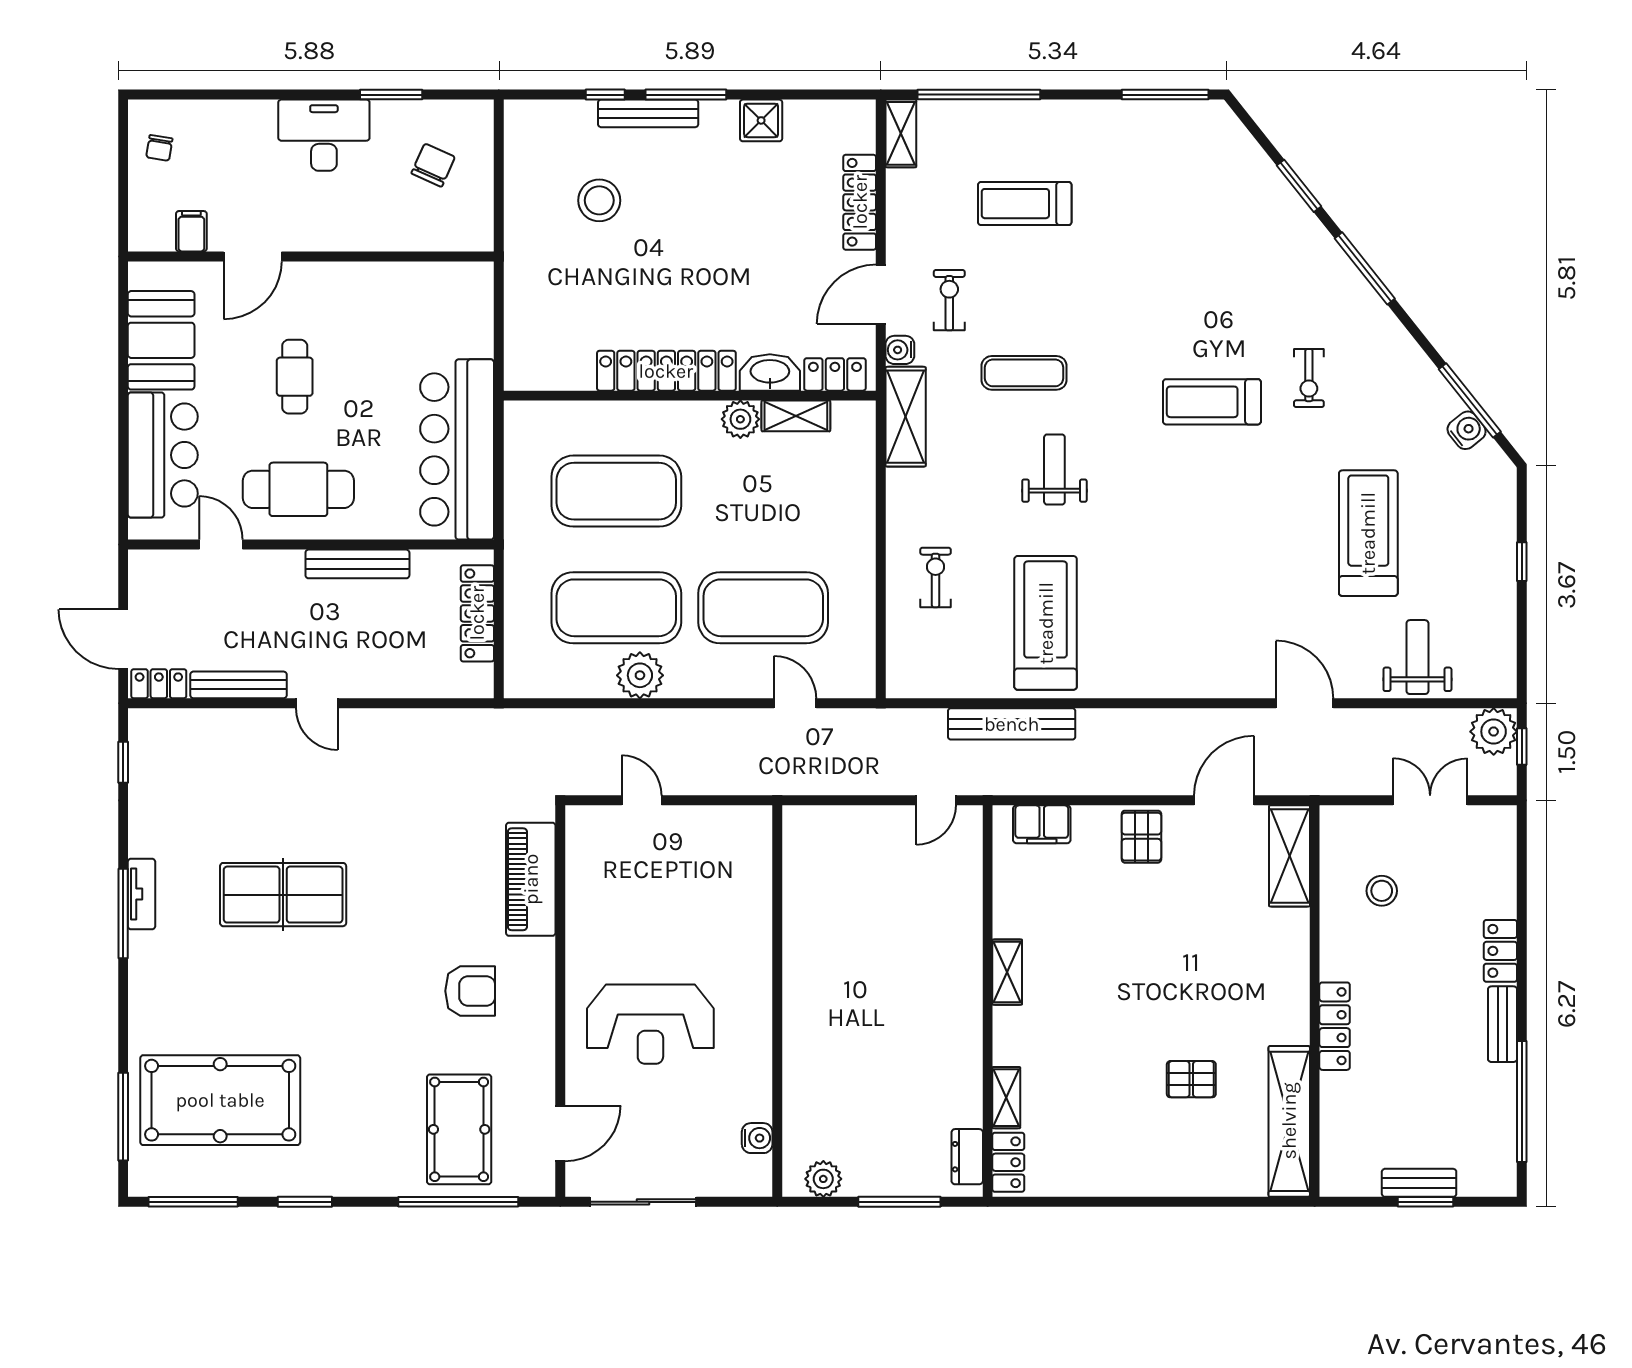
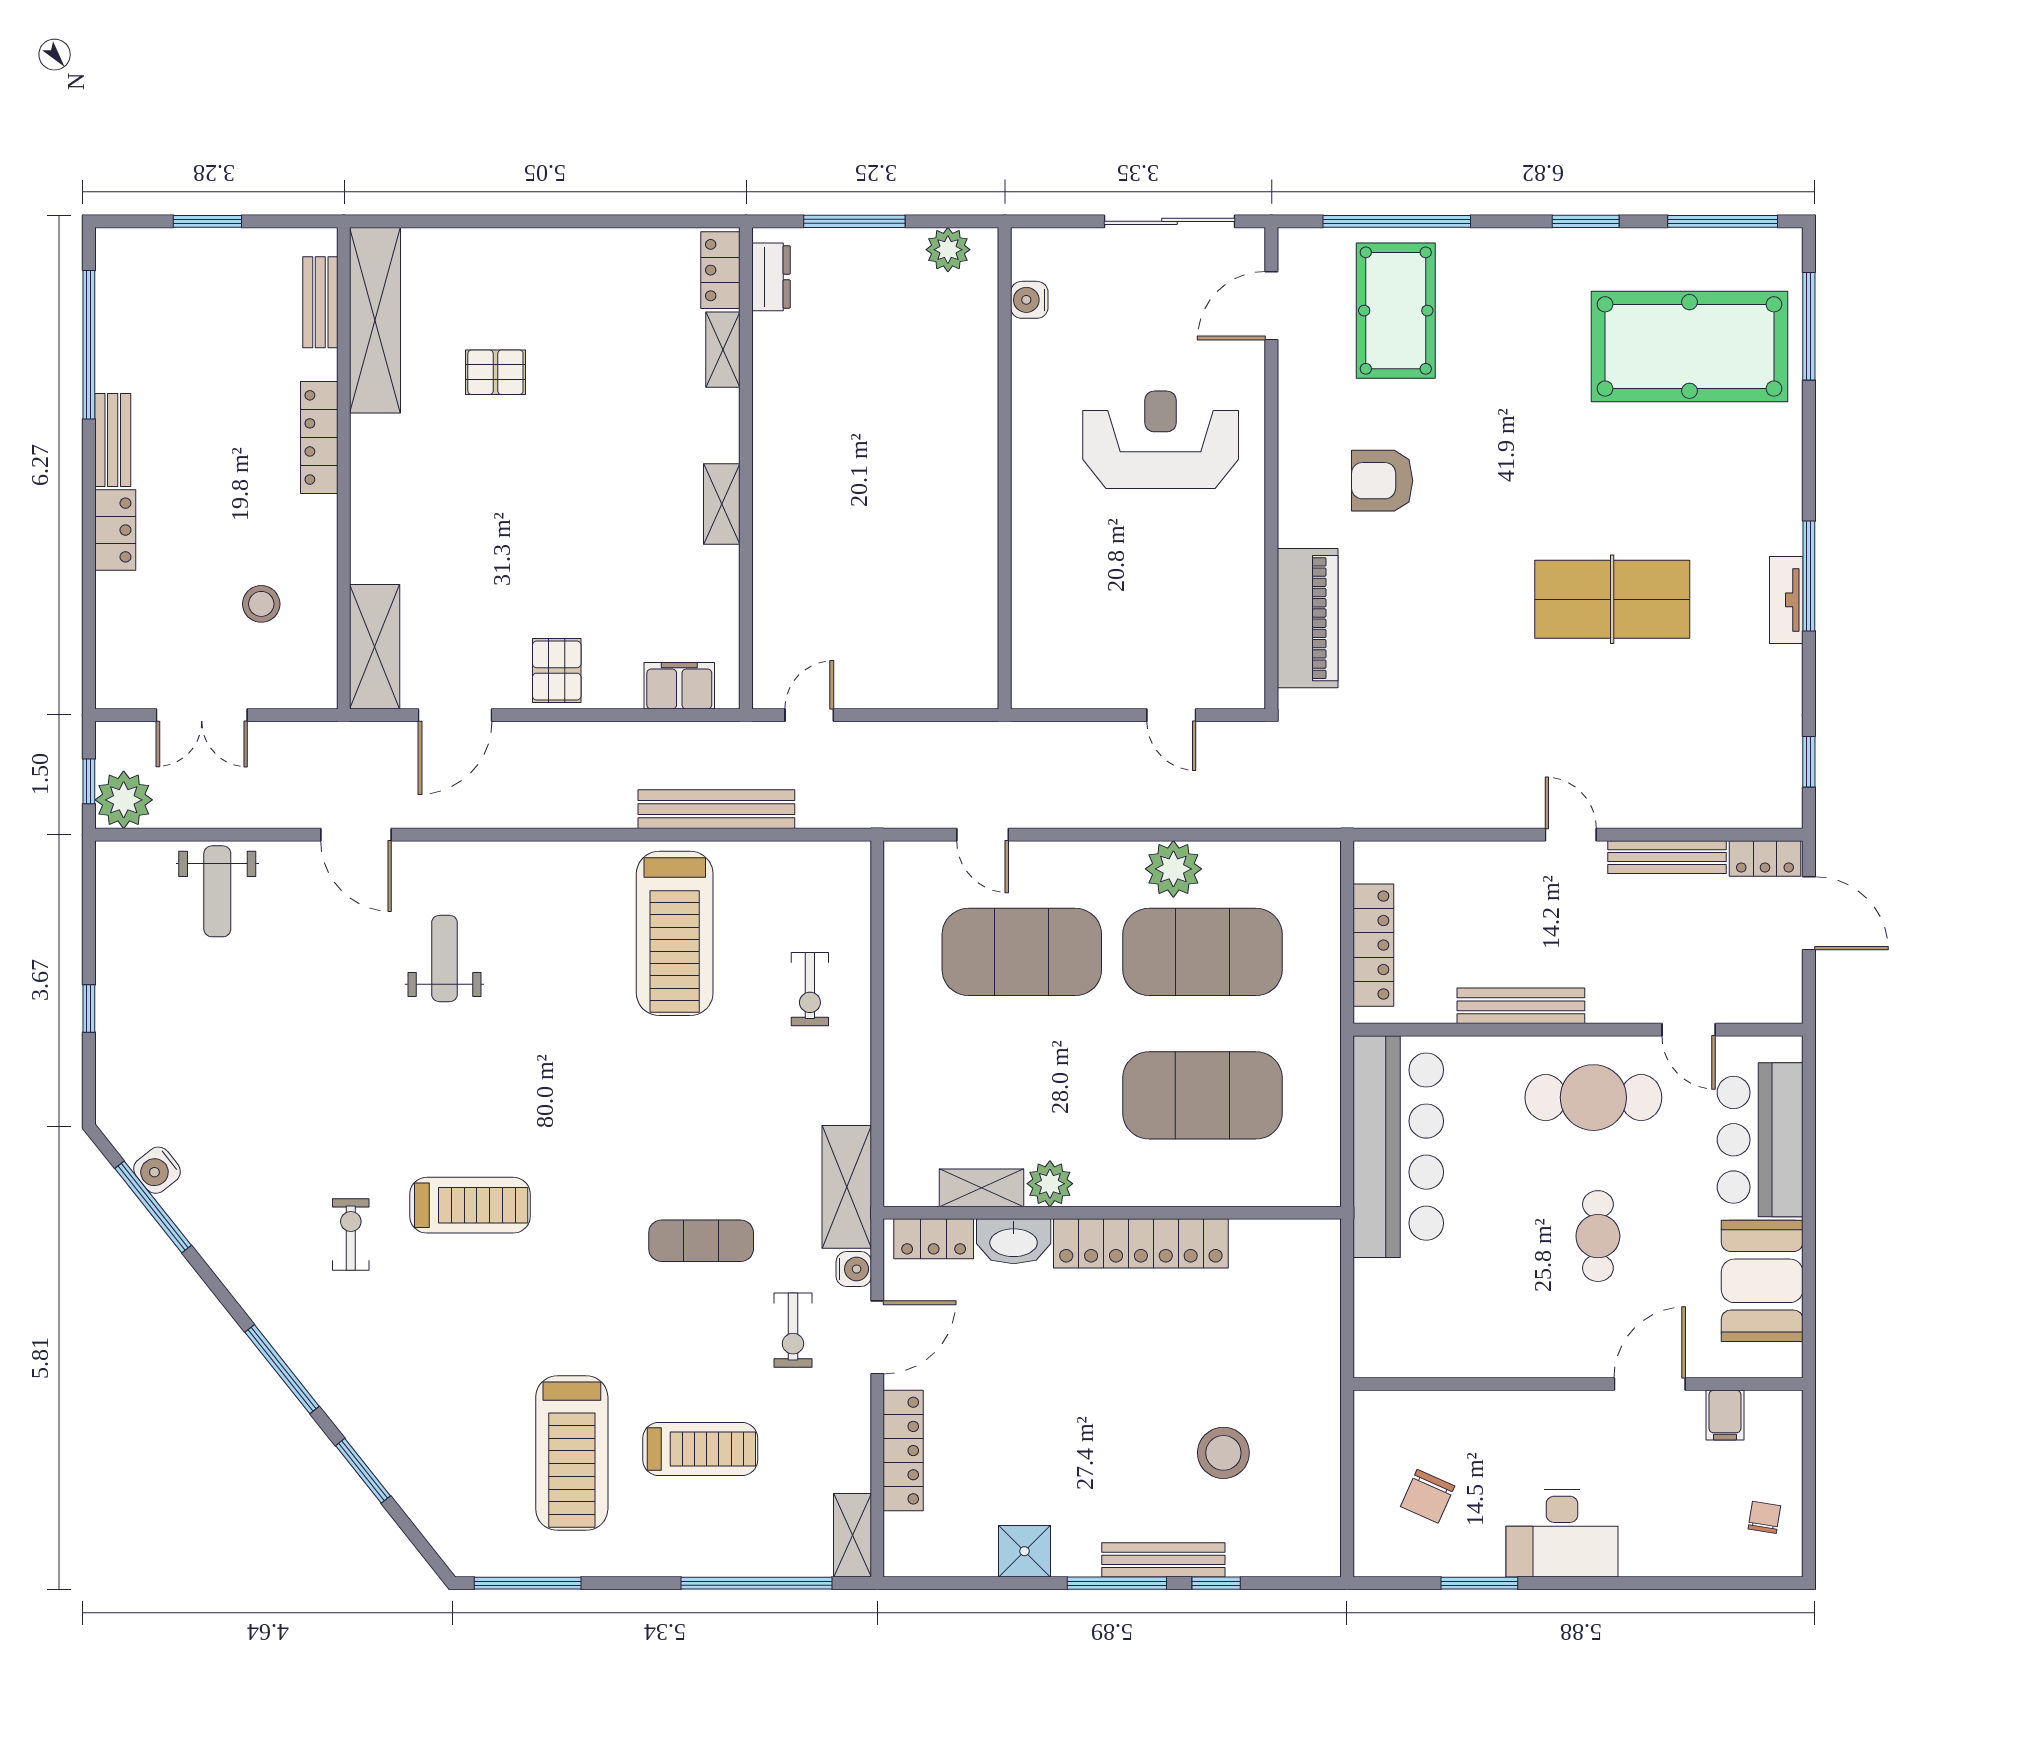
weight bench: (1054, 470) -> (444, 959), moved, turned 180
treadmill: (1368, 533) -> (572, 1453), moved
bench: (1419, 1183) -> (320, 302), moved, turned 90

